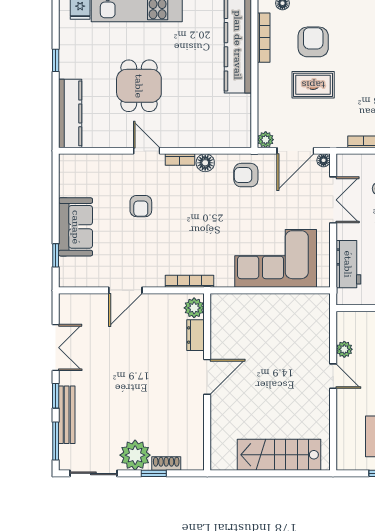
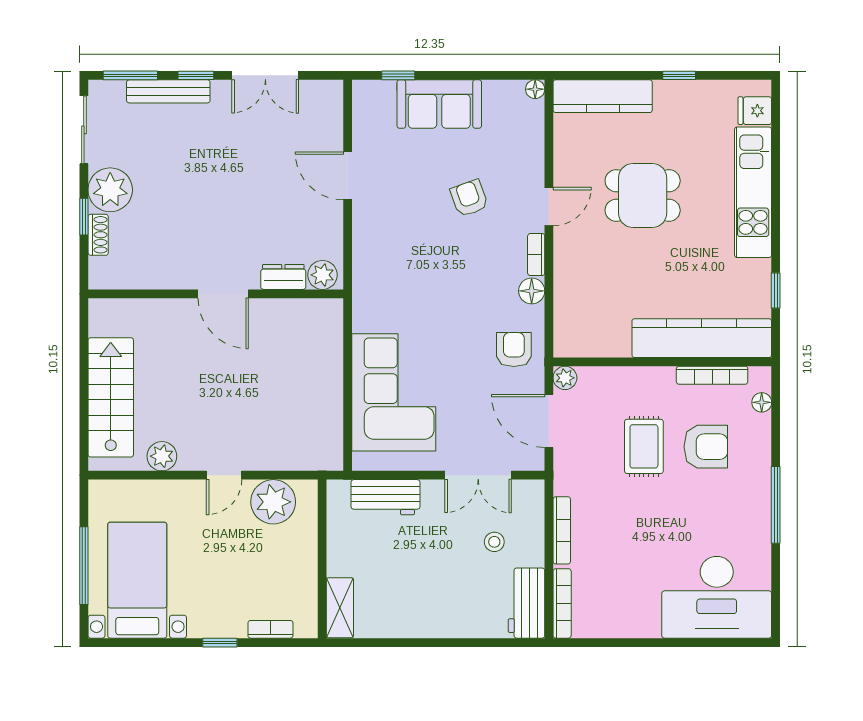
floor lamp: (324, 160) -> (535, 89), moved
armchair: (141, 206) -> (469, 198), turned 70
bookcase: (190, 281) -> (361, 268), removed
plant: (344, 349) -> (273, 502), width x1.88, depth x1.88
plant: (320, 419) -> (162, 456), added

